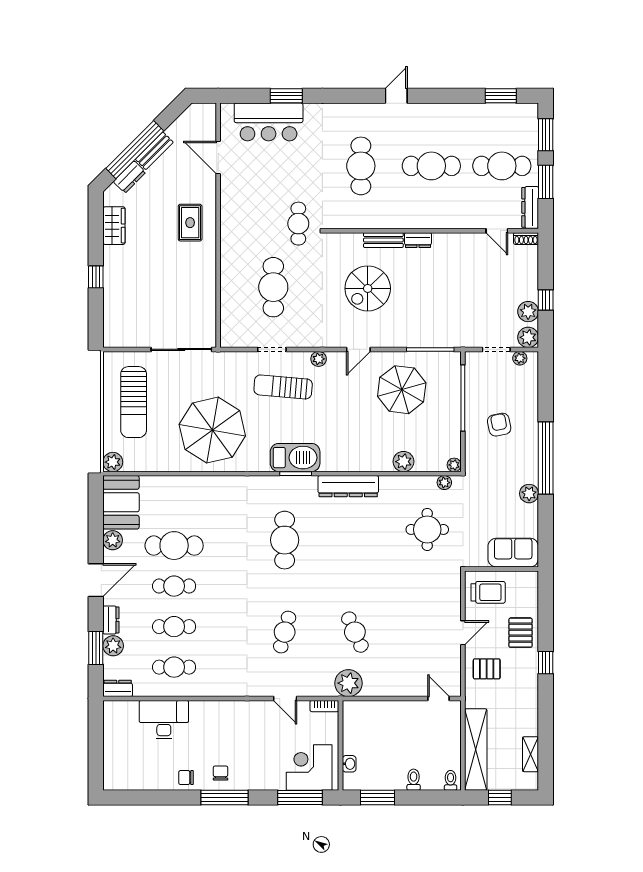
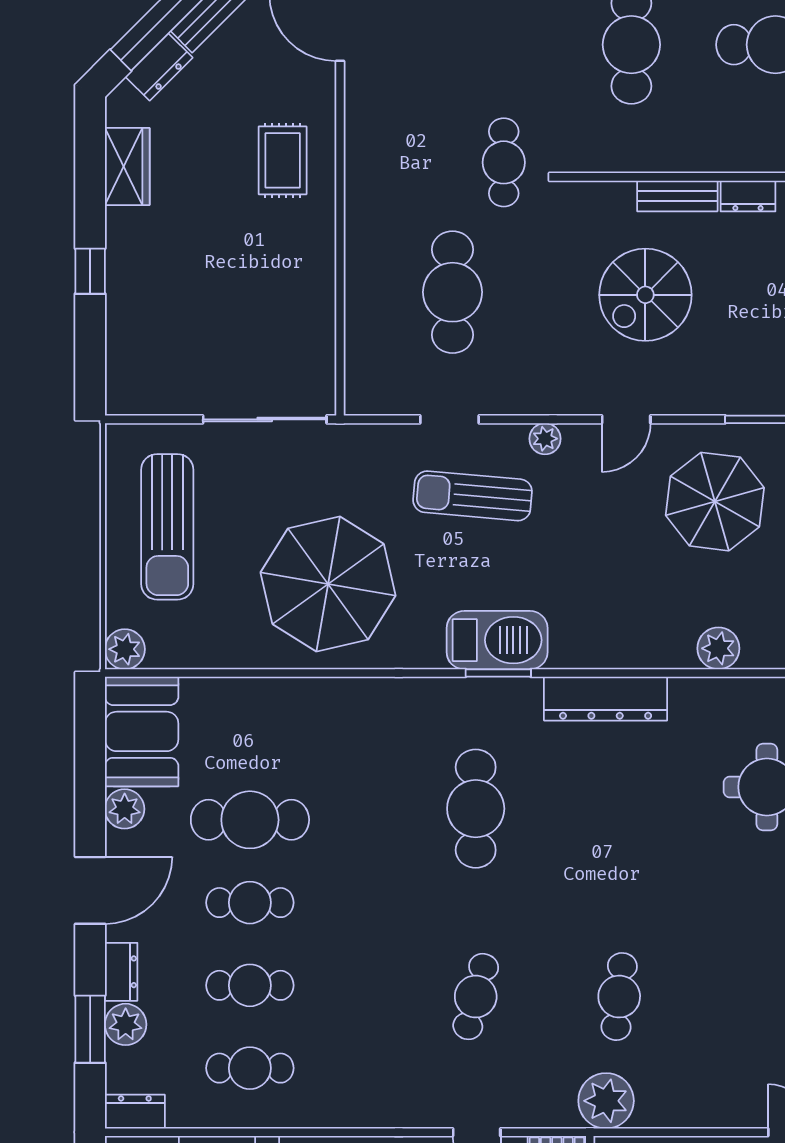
cafe table: (355, 632) -> (619, 997), turned 30

